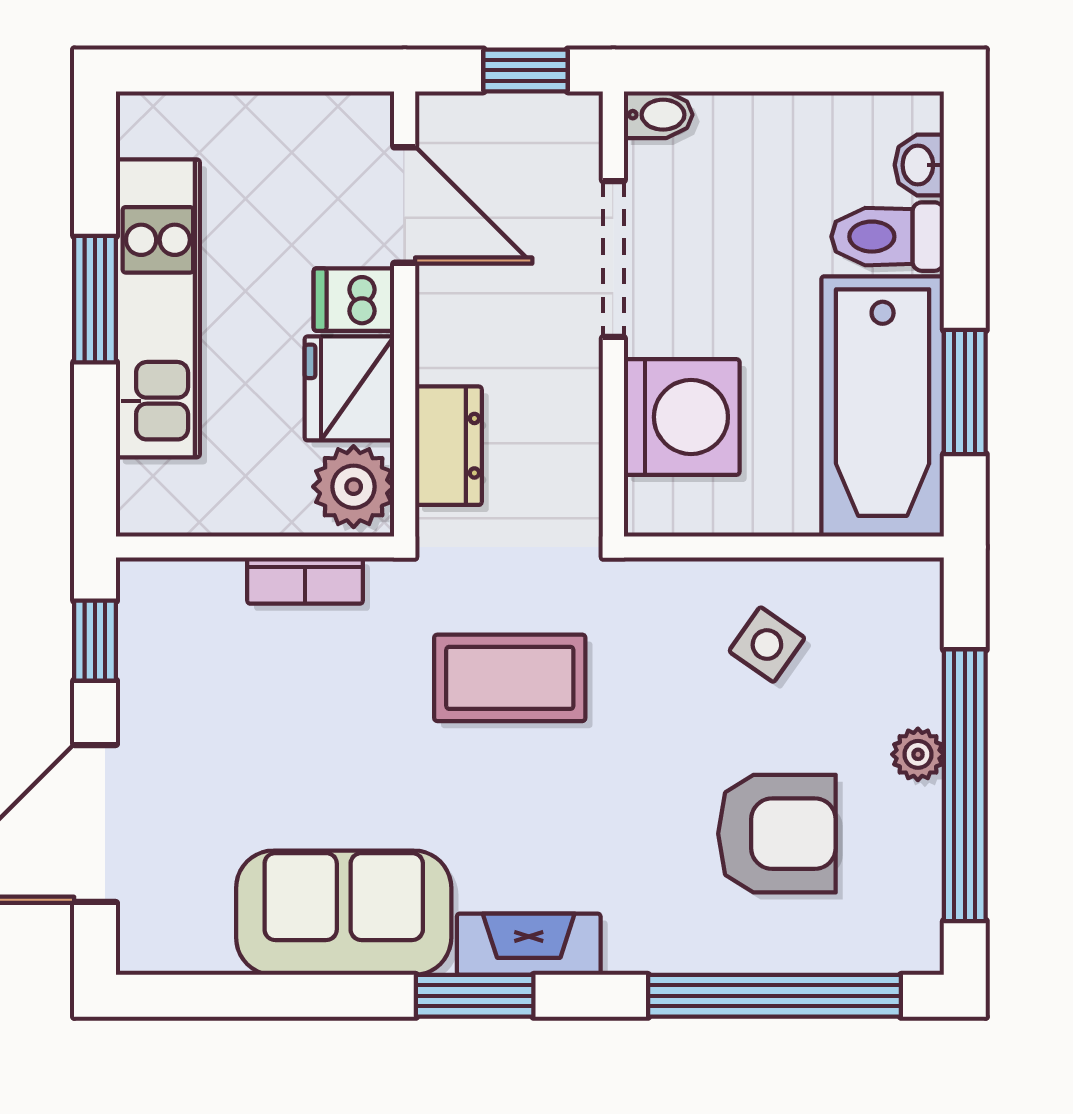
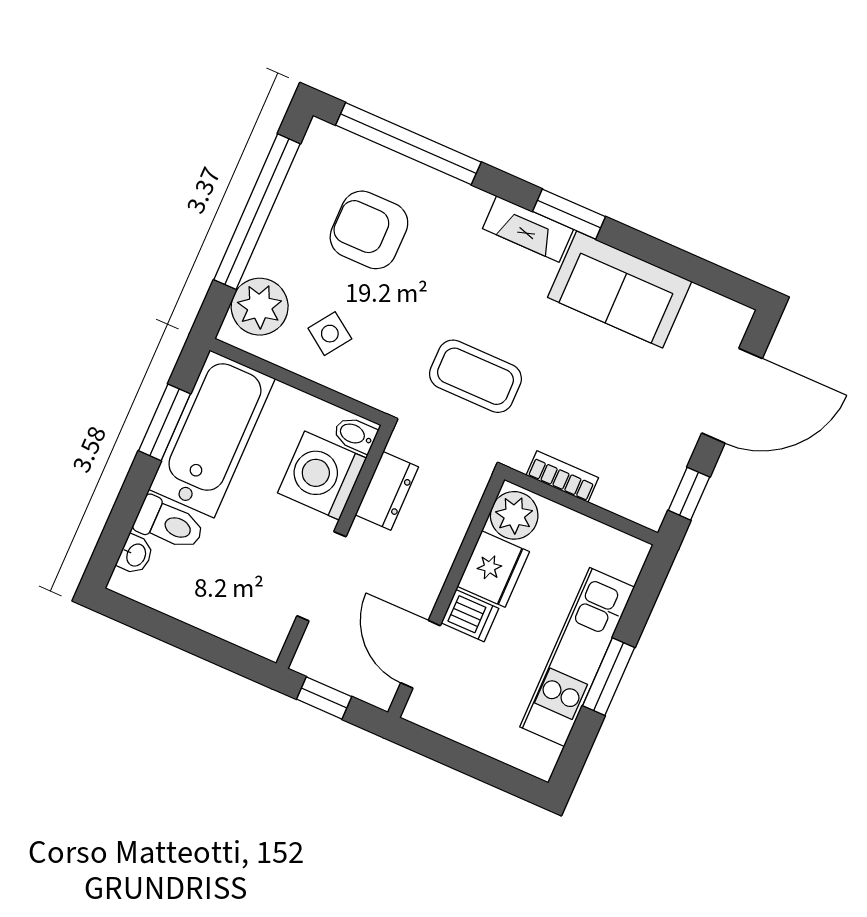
bidet: (658, 115) -> (355, 435), moved
dresser: (448, 446) -> (387, 491), moved, turned 180
plant: (918, 754) -> (260, 307), moved, width x1.88, depth x1.88

